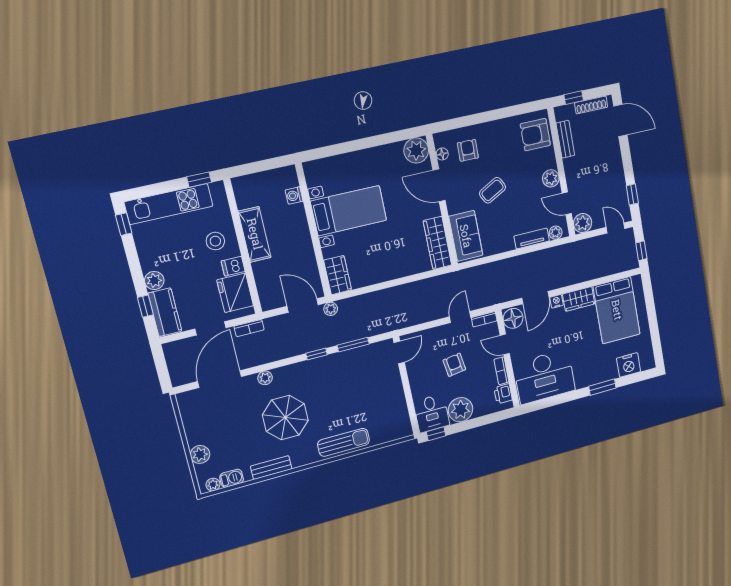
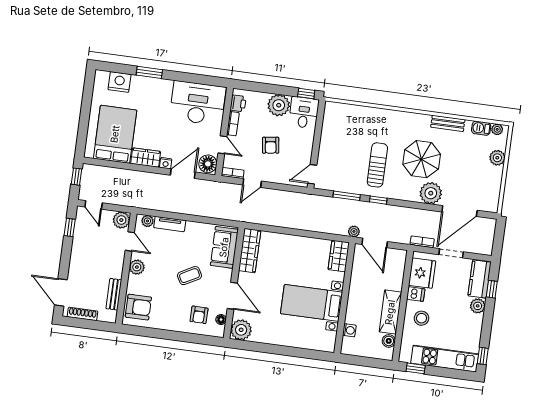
window: (574, 98) -> (96, 325), removed
boiler: (244, 200) -> (389, 341), added
plant: (265, 378) -> (431, 193), width x1.88, depth x1.88
sun lounger: (344, 442) -> (377, 165), moved, turned 90

